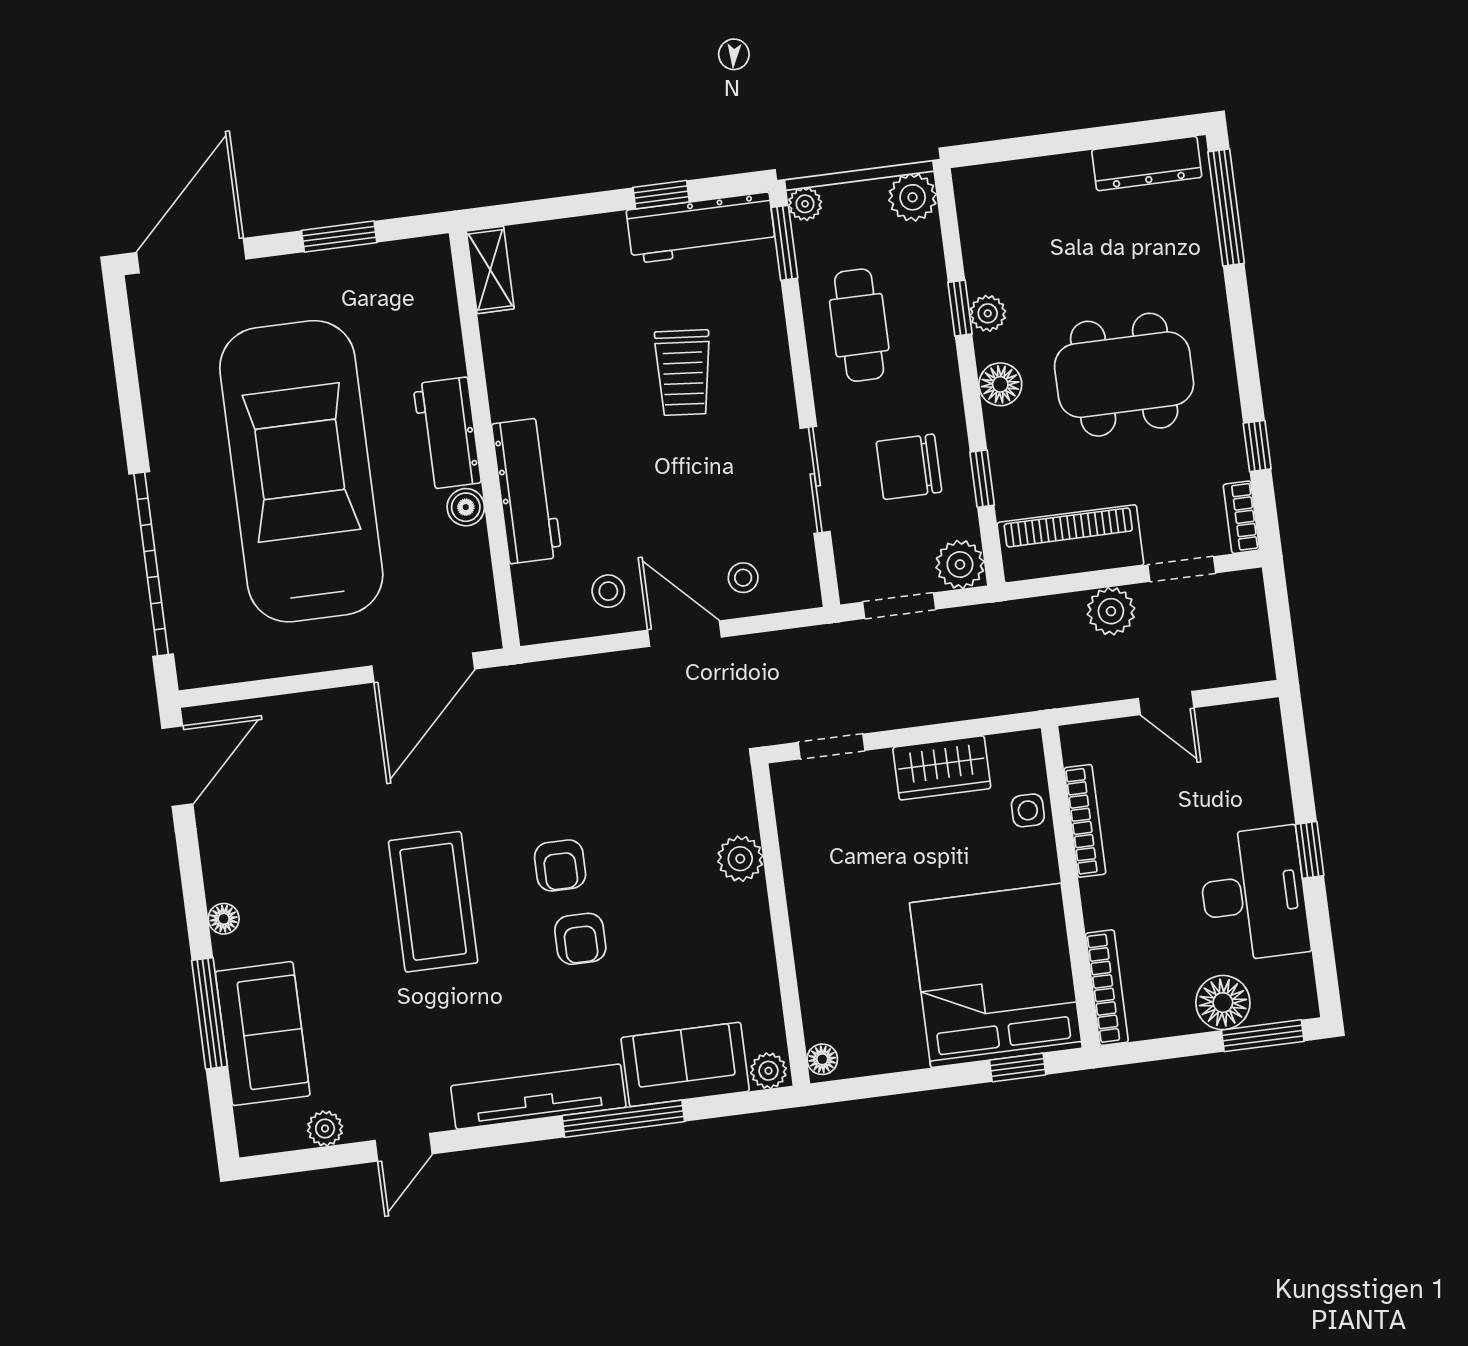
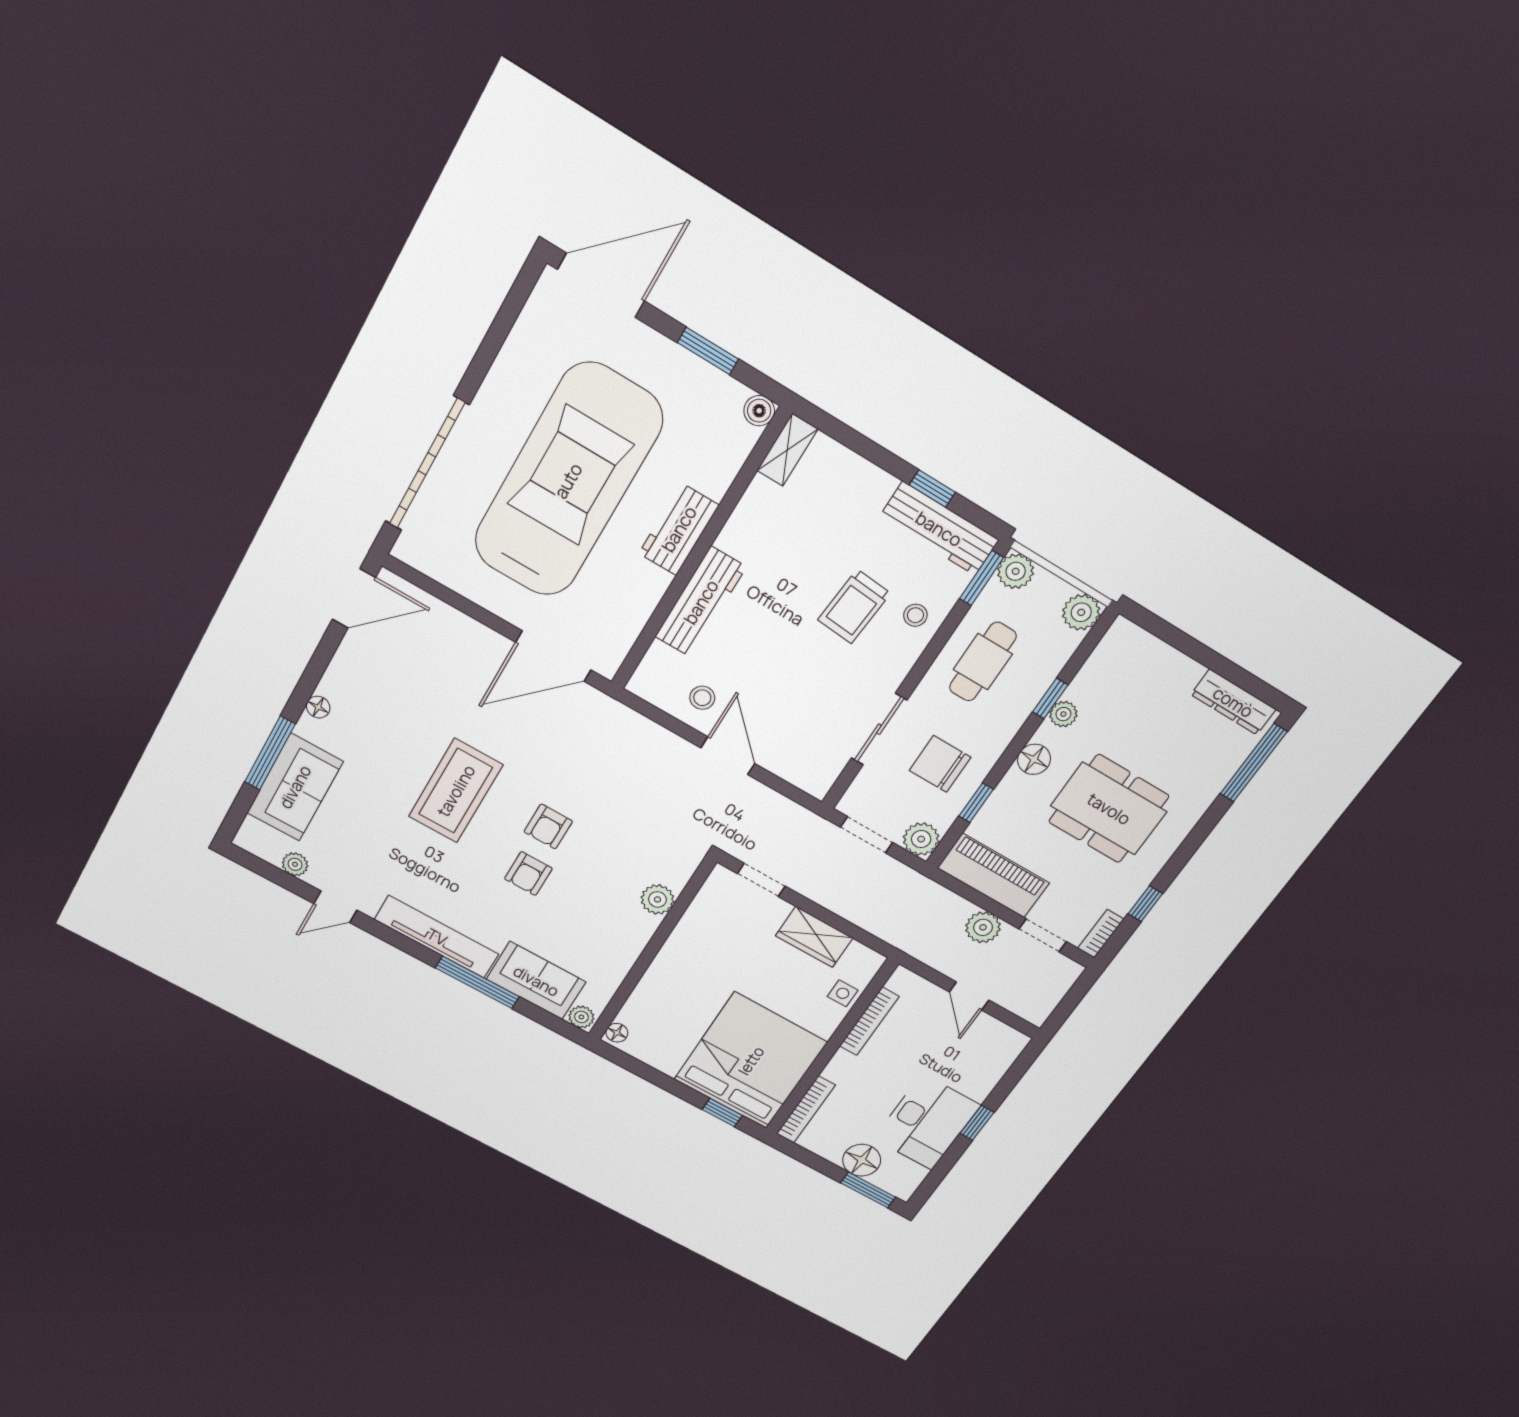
plant: (805, 204) -> (1016, 571), width x1.38, depth x1.38
boiler: (466, 507) -> (759, 411), moved
stool: (743, 578) -> (915, 615), moved

